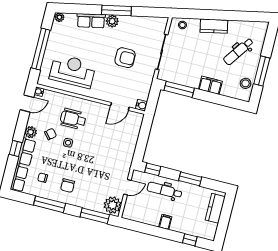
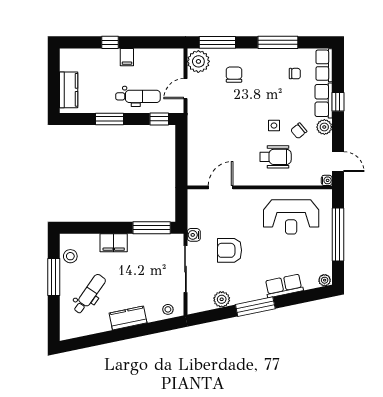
plant: (112, 21) -> (222, 299), moved
door: (27, 104) -> (338, 162), swing flipped
water cooler: (141, 105) -> (194, 235), moved
chair: (68, 186) -> (234, 75), moved
window: (190, 240) -> (110, 42), moved

